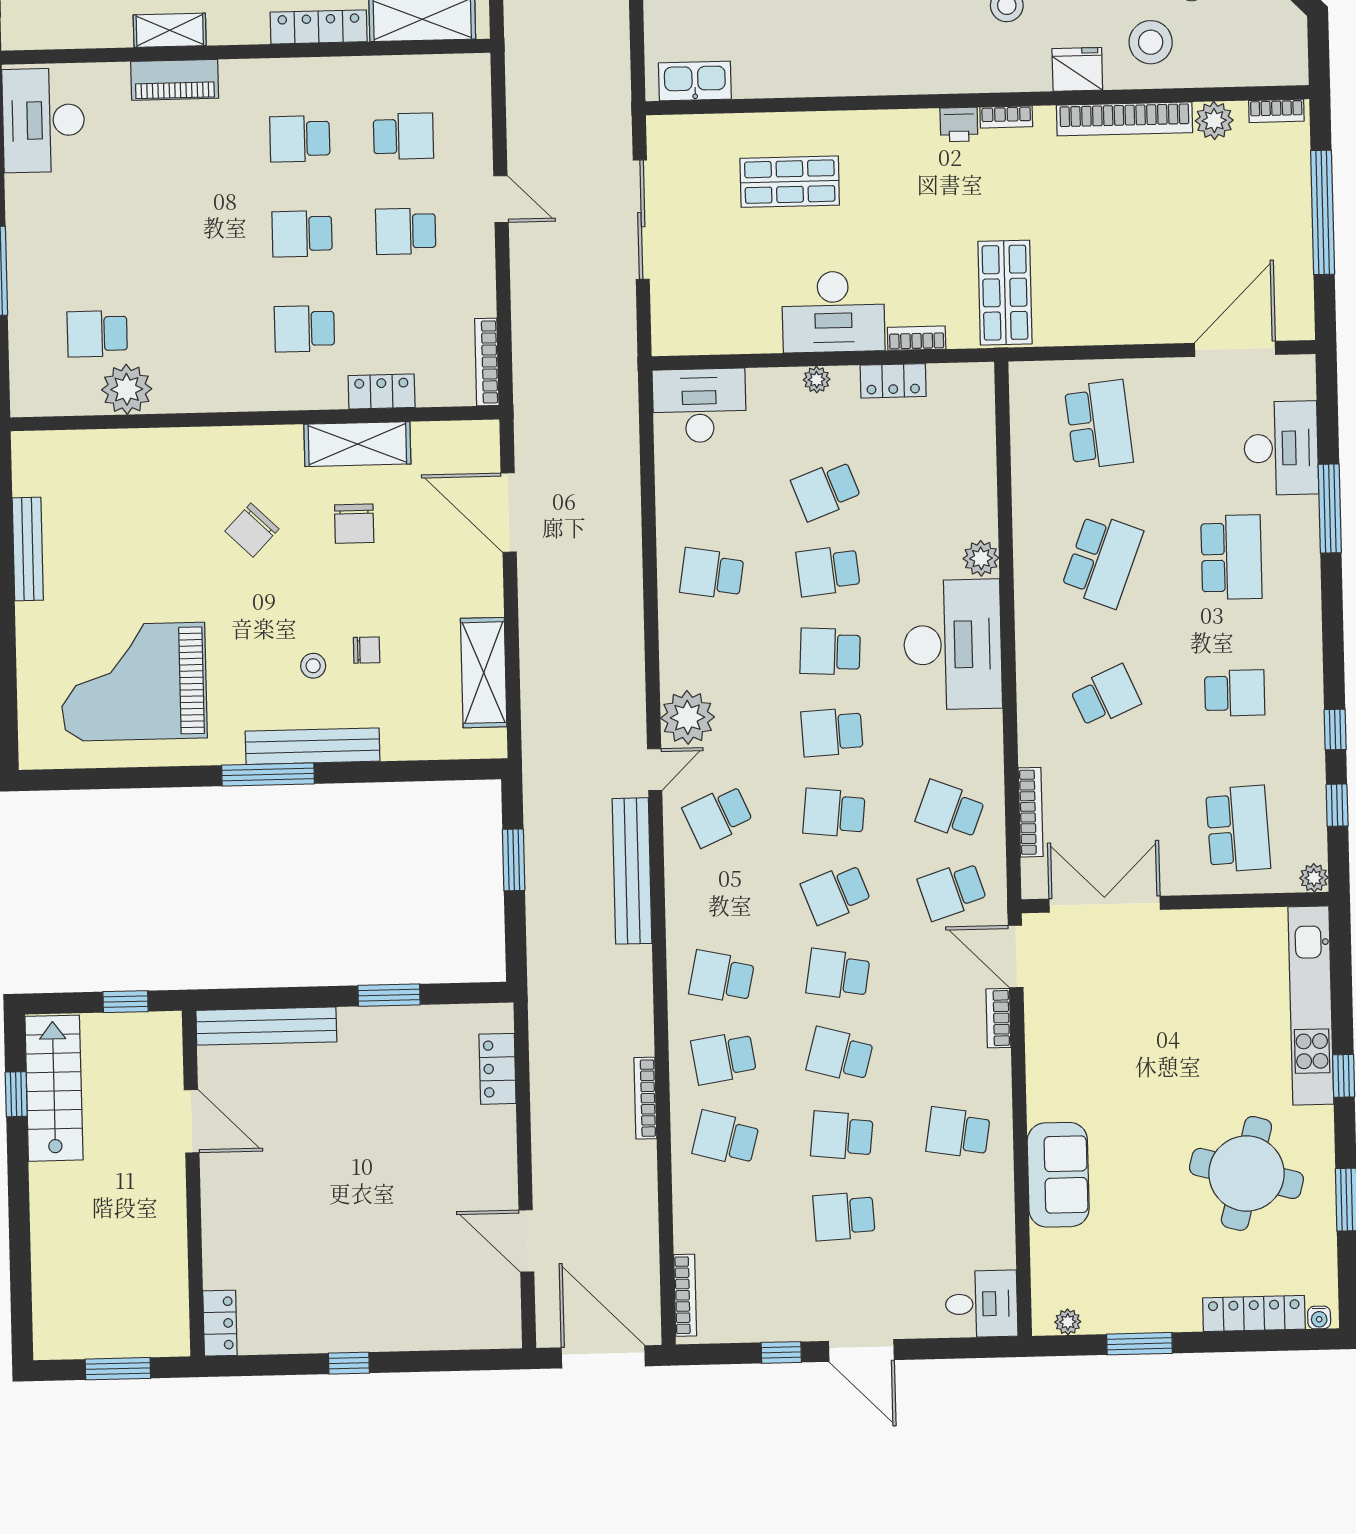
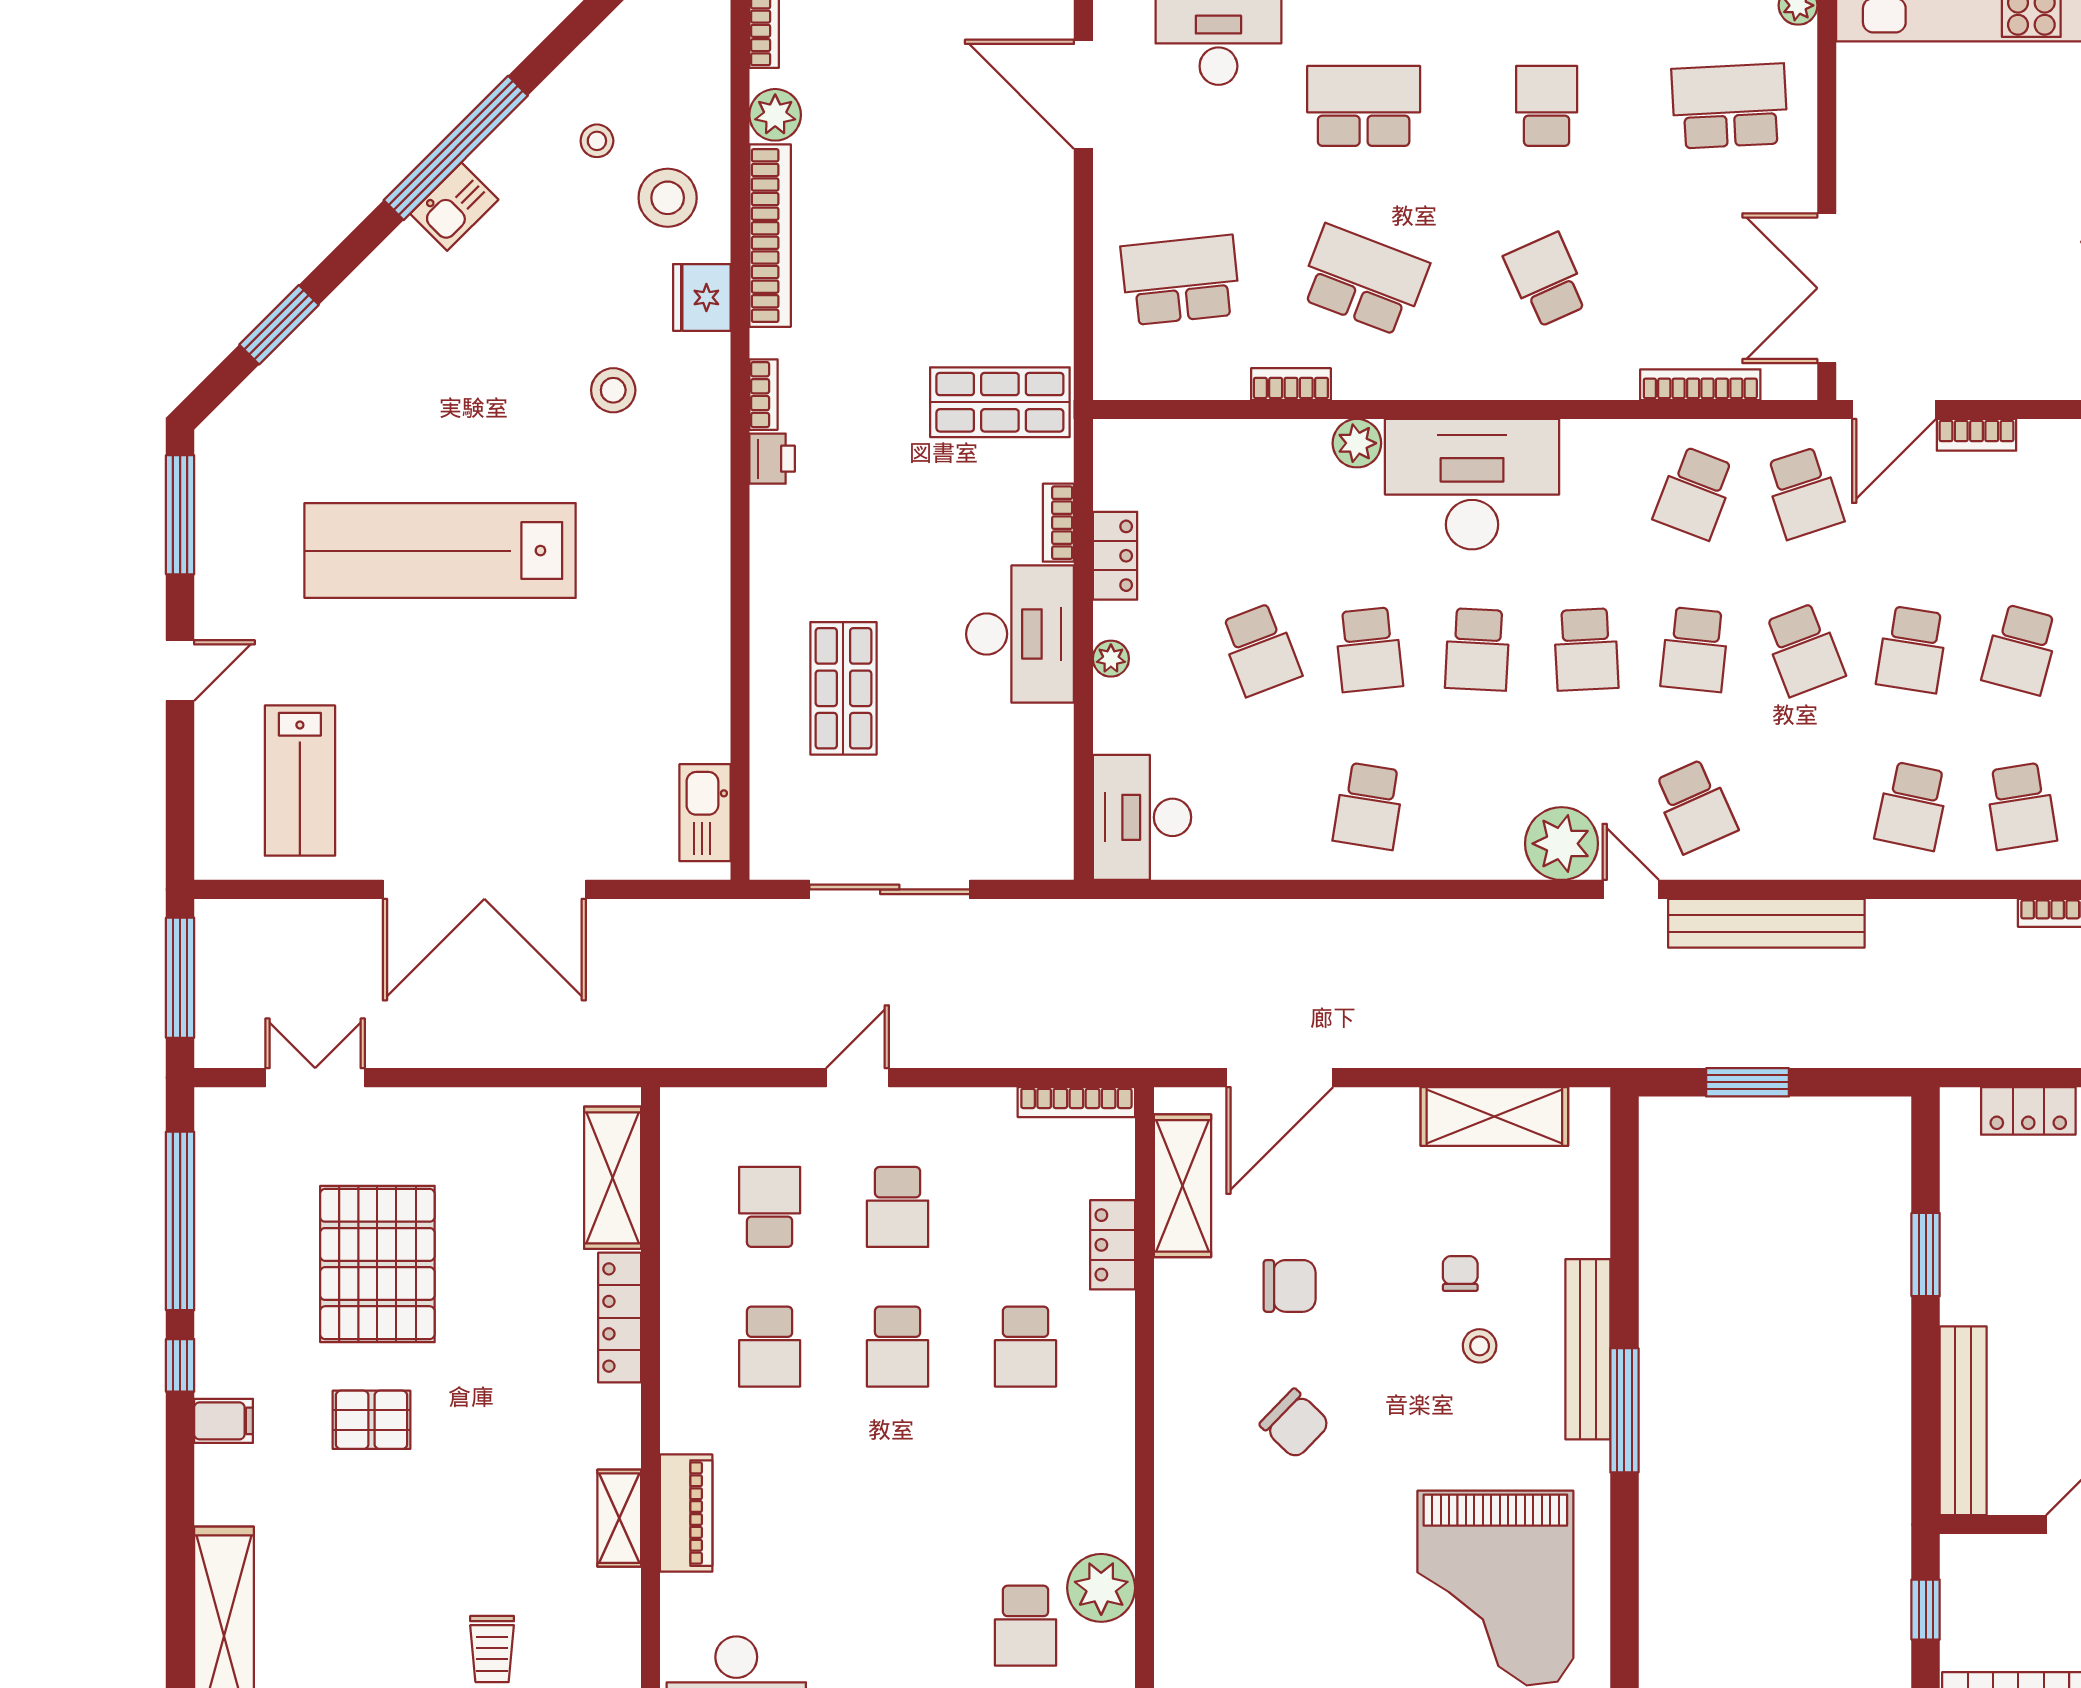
shelving: (357, 444) -> (1183, 1186), moved
bookcase: (1024, 508) -> (1291, 384), added

